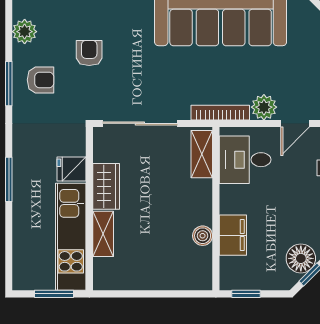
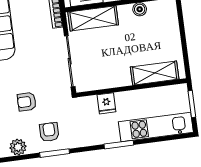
shelving: (202, 154) -> (93, 18), width x1.50, depth x1.33
wardrobe: (106, 186) -> (115, 79), removed
shelving: (103, 234) -> (155, 73), width x1.50, depth x1.33
kitchen unit: (71, 237) -> (156, 127), moved, turned 180

